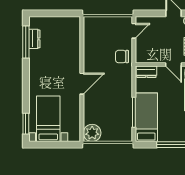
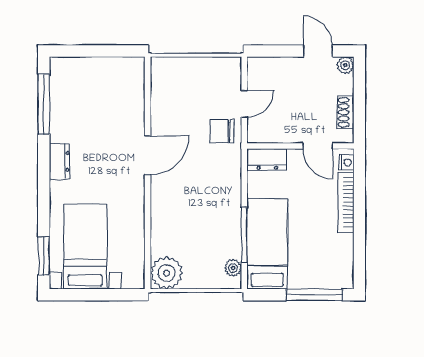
door: (134, 31) -> (244, 104), moved
dresser: (34, 39) -> (59, 161), moved
door: (82, 84) -> (148, 155), moved
plant: (128, 130) -> (233, 268), added

